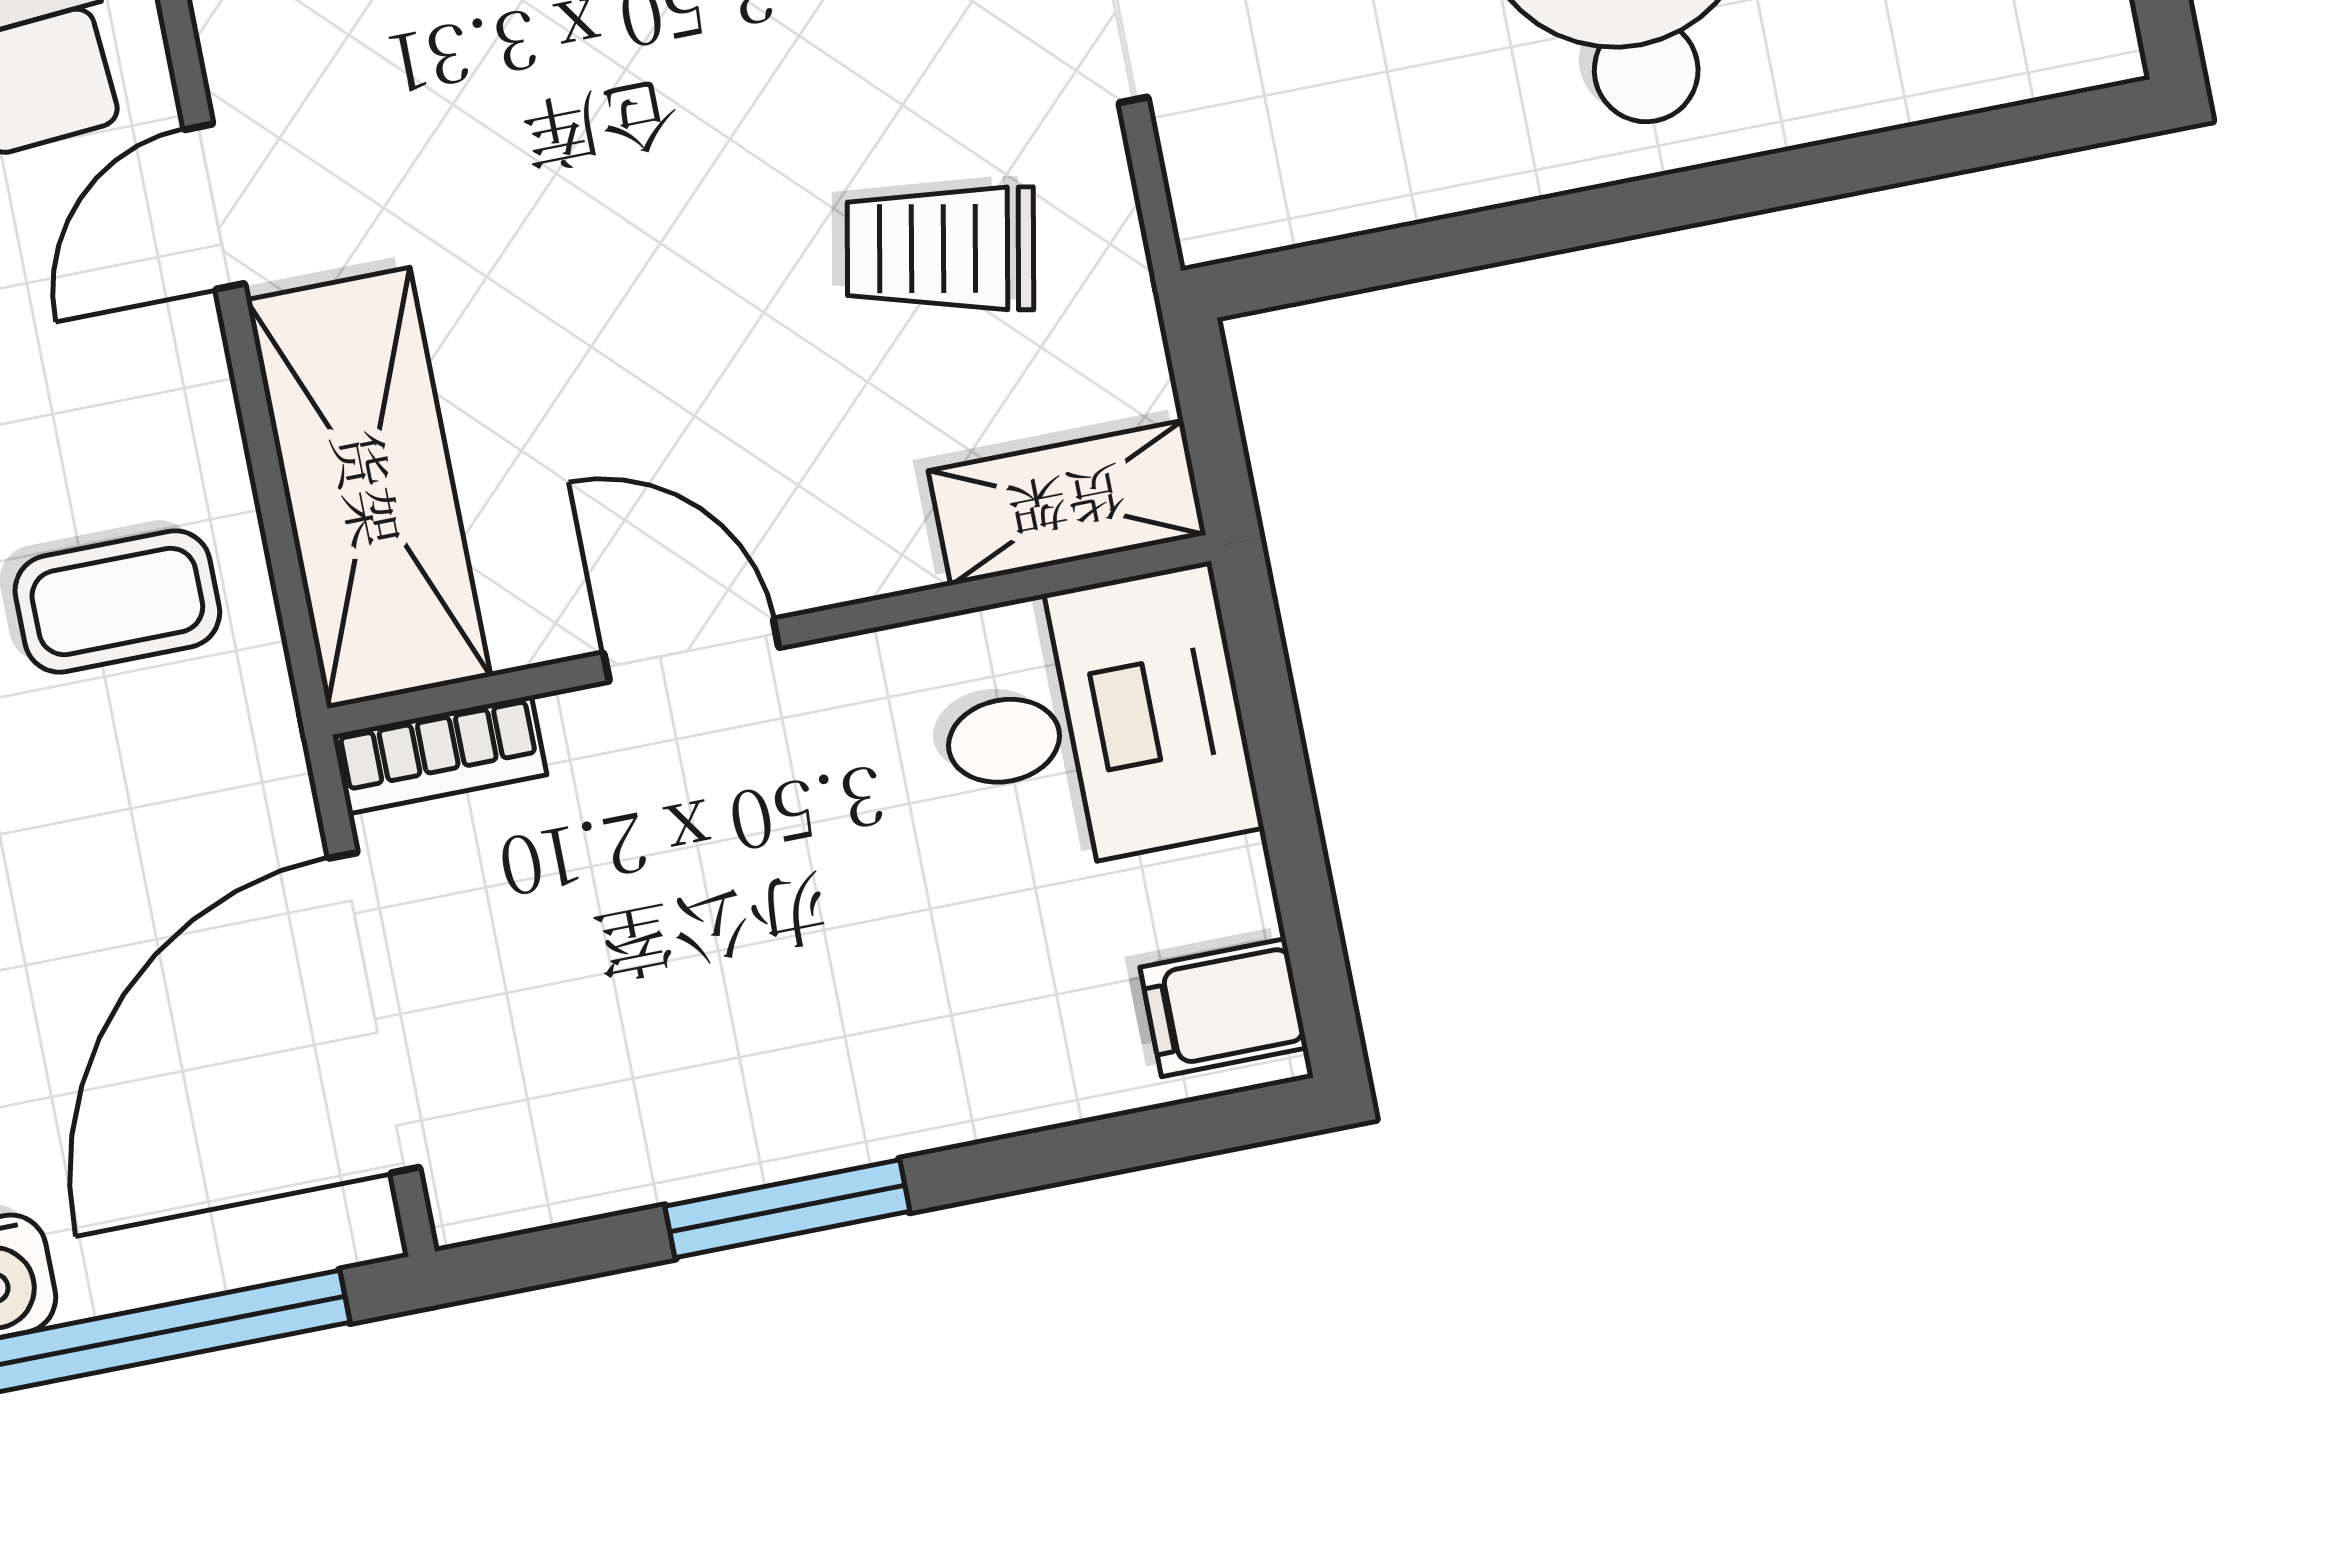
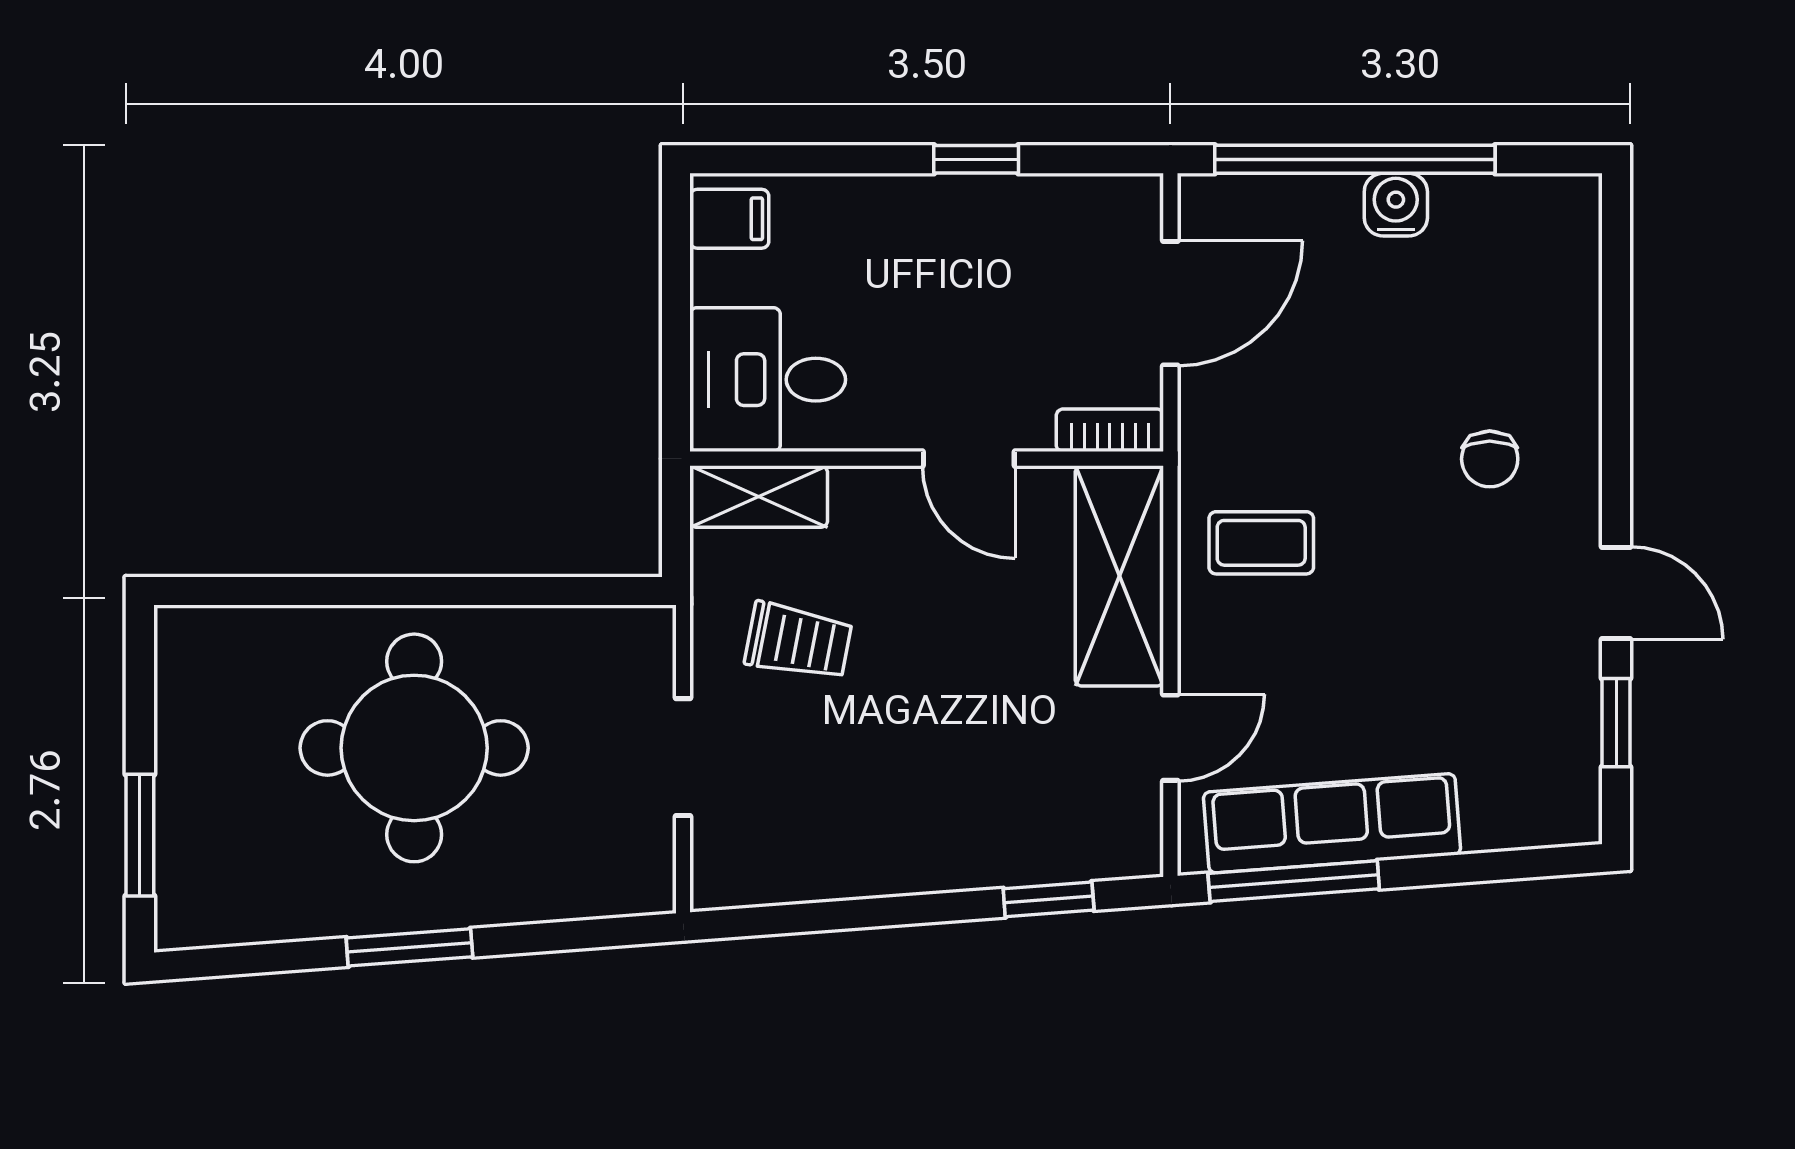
door: (374, 1013) -> (1170, 303), width x0.73
window: (787, 1209) -> (976, 159), width x0.67

